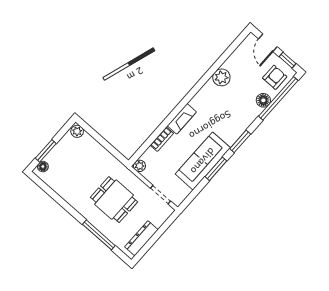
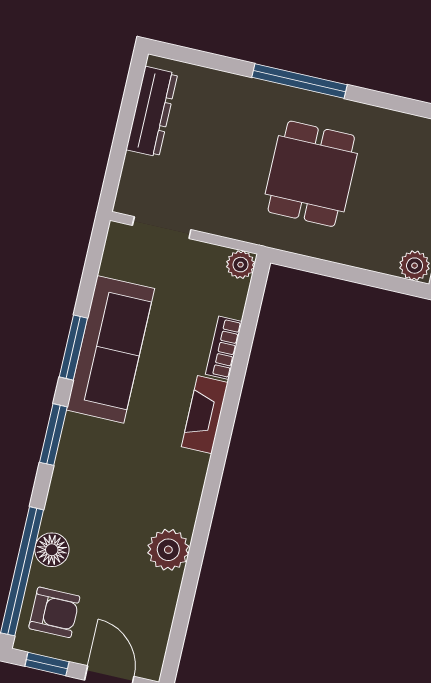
armchair: (275, 77) -> (54, 612), turned -90
dining table: (114, 200) -> (311, 174), moved, turned 90
window: (99, 235) -> (300, 81), moved

